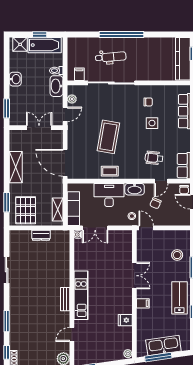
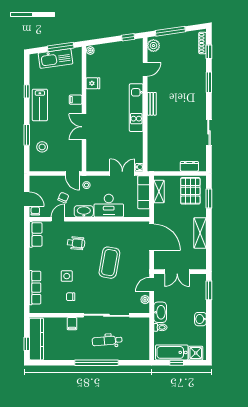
filing cabinet: (79, 74) -> (72, 324), moved
wheelchair: (154, 158) -> (76, 243), moved
coffee table: (110, 171) -> (108, 229), removed
dresser: (41, 235) -> (189, 166), moved

